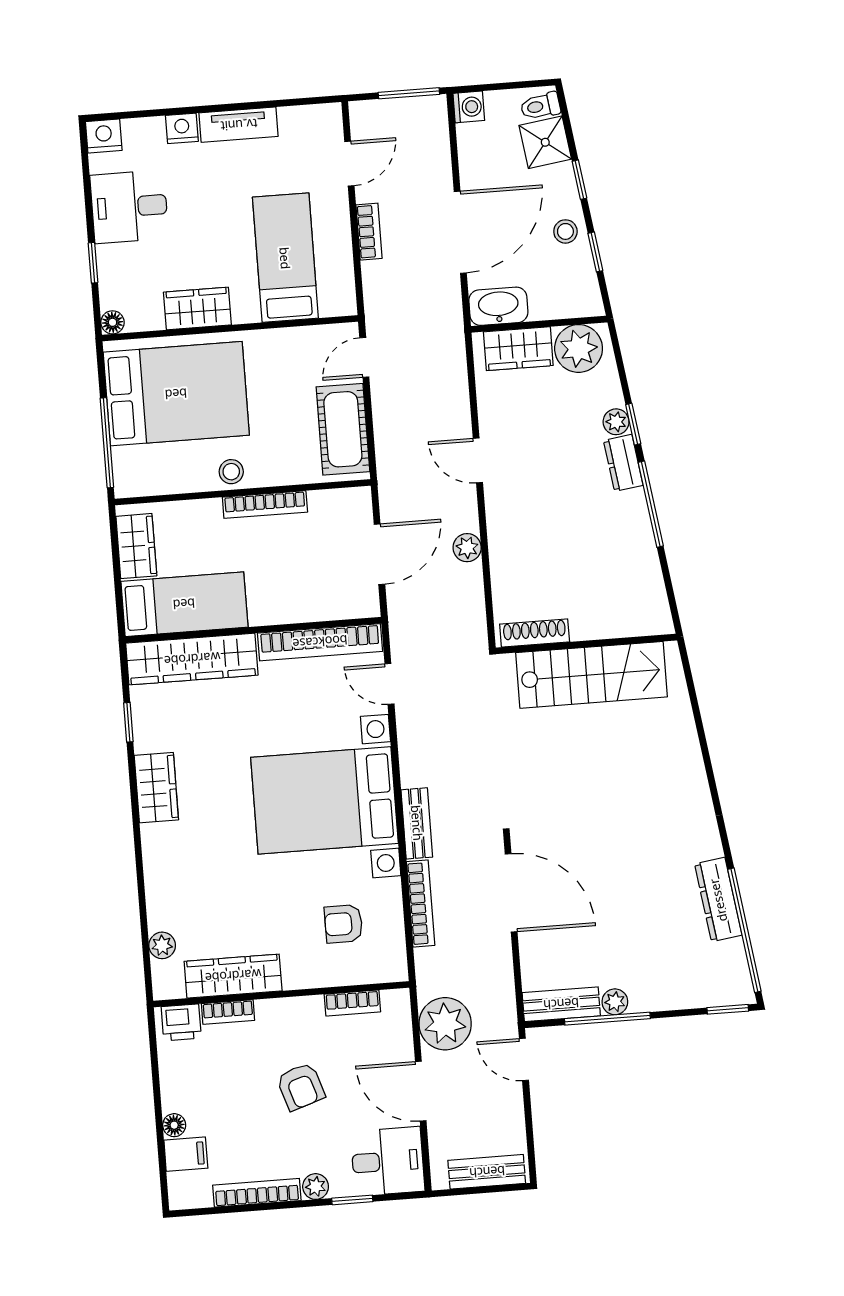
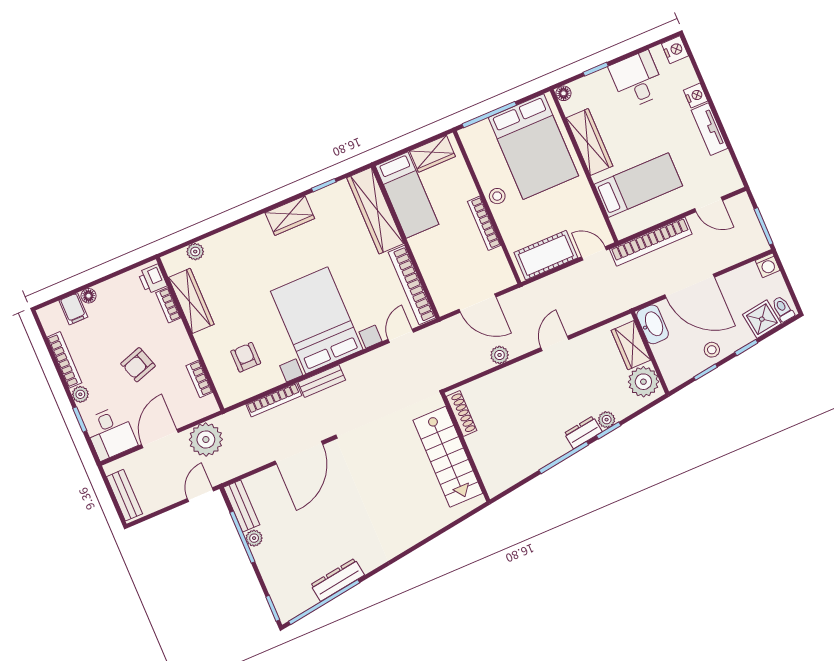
bookcase: (369, 232) -> (651, 242), width x2.31, depth x1.31
wardrobe: (197, 308) -> (589, 142), width x1.50

